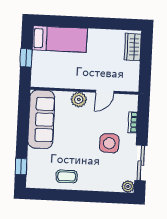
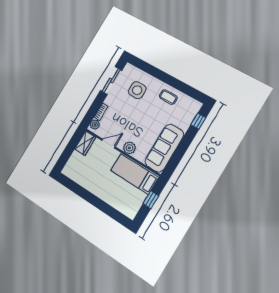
bed: (60, 39) -> (134, 174), moved
wardrobe: (133, 47) -> (85, 143), moved
side table: (109, 143) -> (137, 90), moved
plant: (128, 186) -> (95, 125), moved

